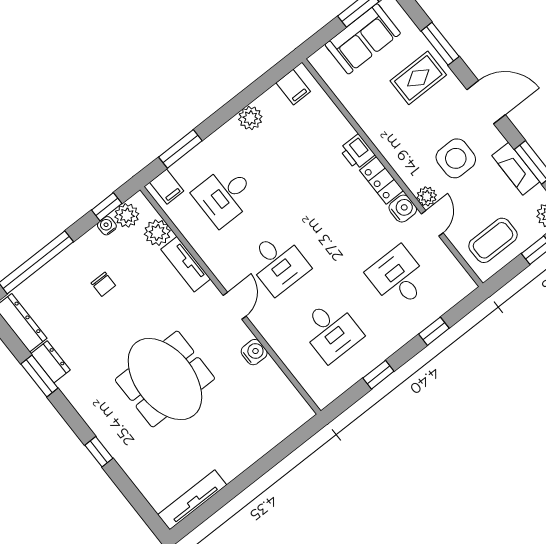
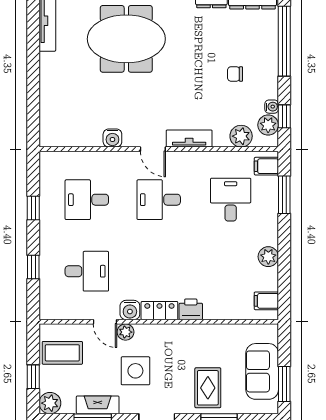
coffee table: (493, 240) -> (62, 353), turned 90
tv unit: (186, 264) -> (189, 139), moved
meeting table: (165, 379) -> (126, 39), moved

